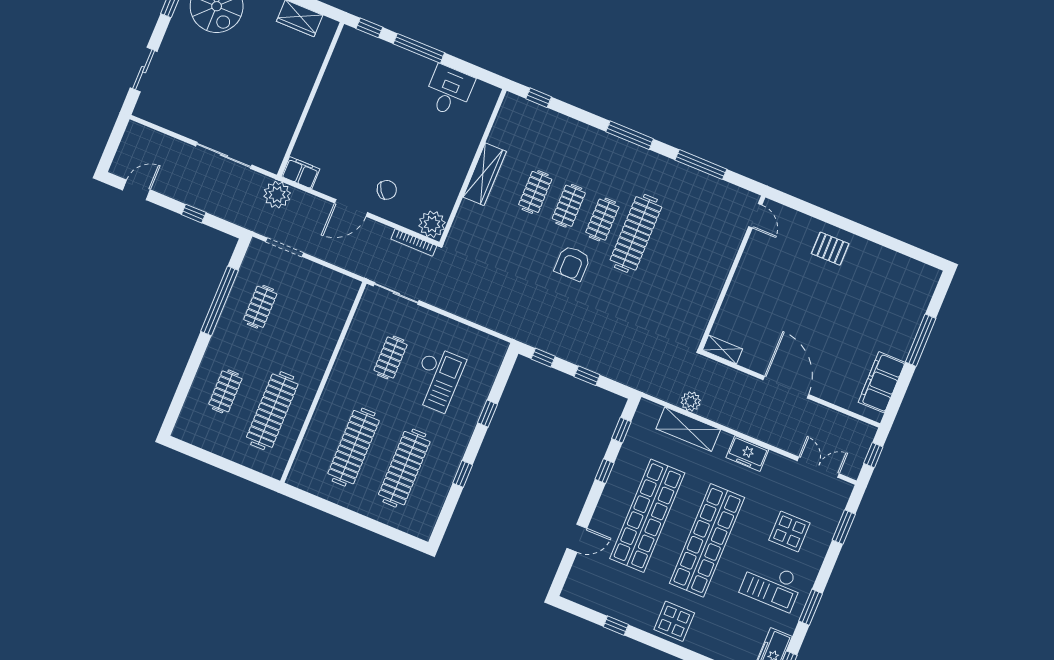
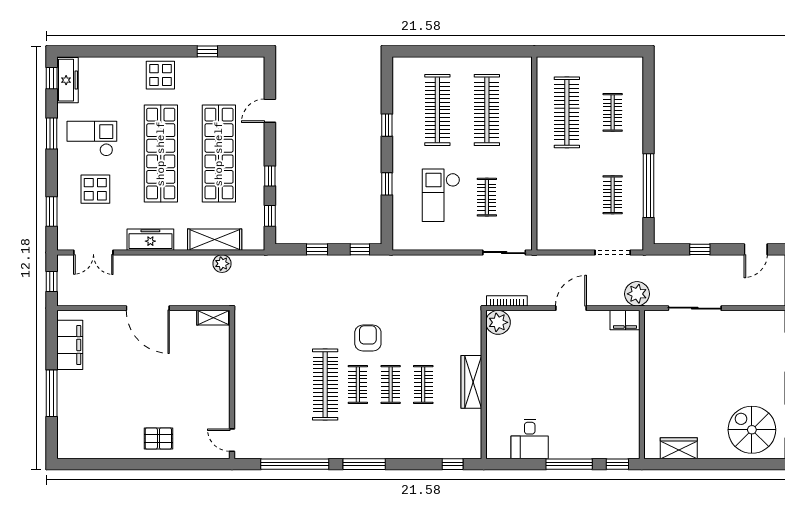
window: (701, 165) -> (295, 464), width x1.46
chair: (387, 190) -> (547, 335), removed
freezer: (747, 454) -> (150, 240), width x1.40

